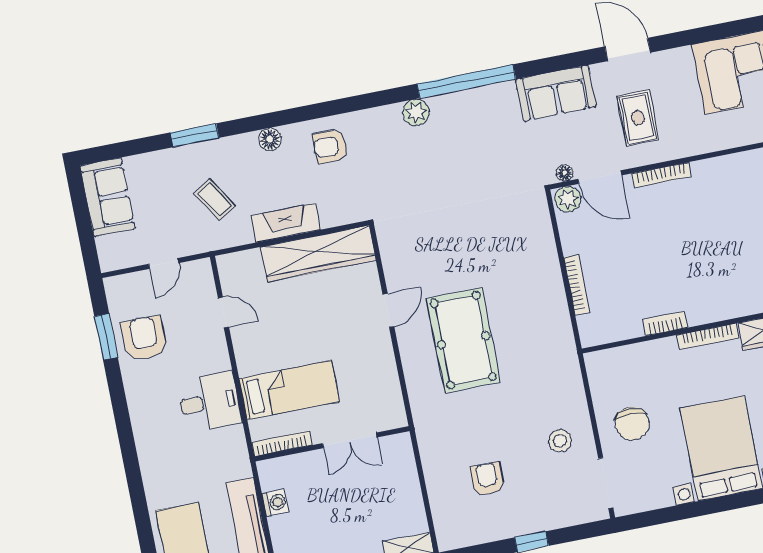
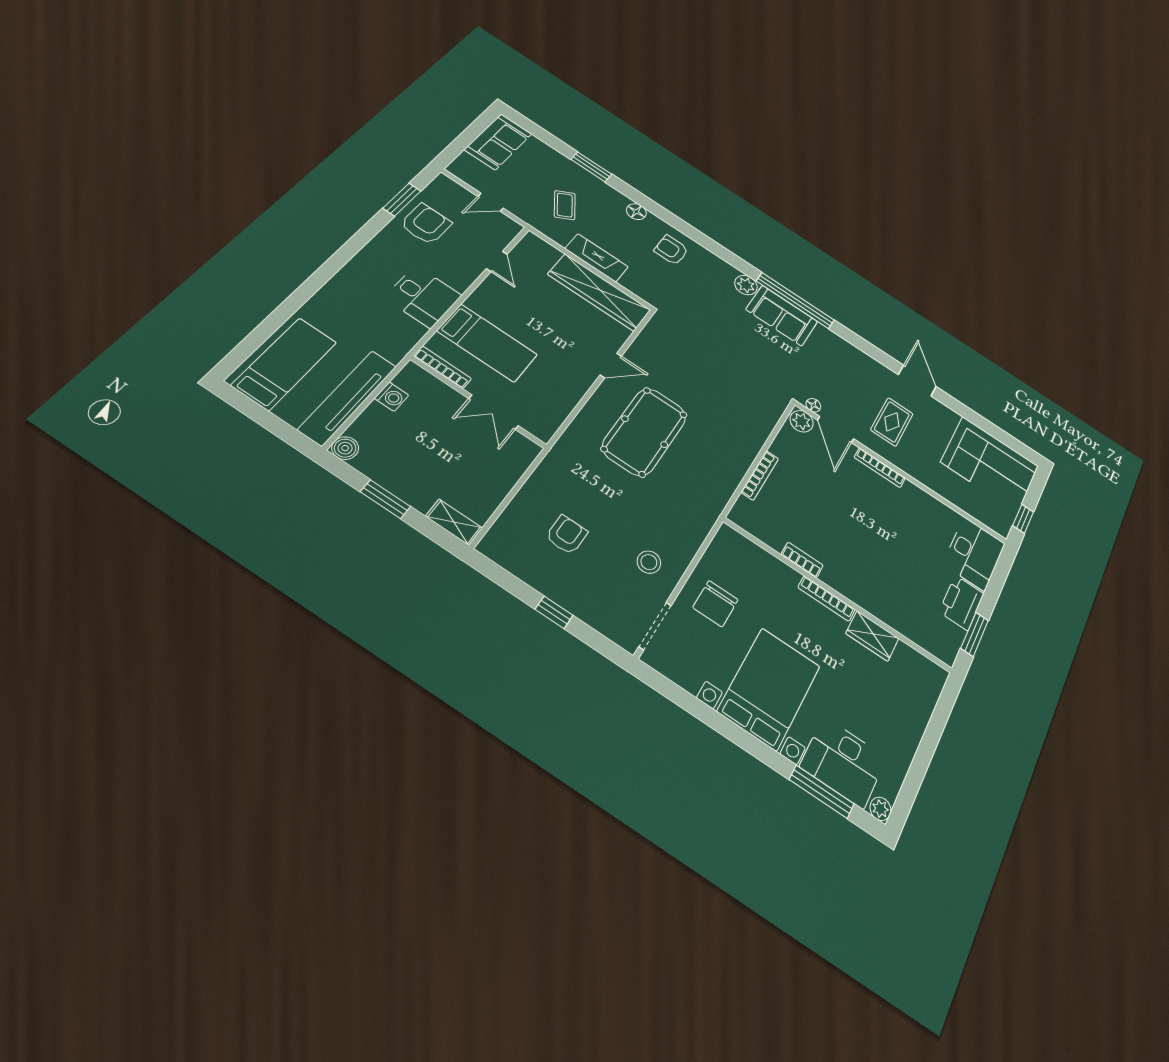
sofa: (556, 93) -> (782, 315), moved

